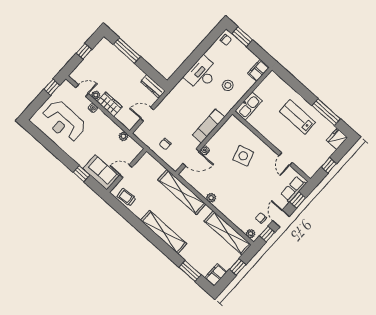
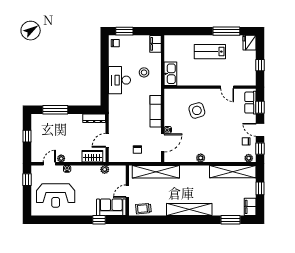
wardrobe: (110, 104) -> (92, 156), moved
shelving: (182, 192) -> (156, 172), moved

